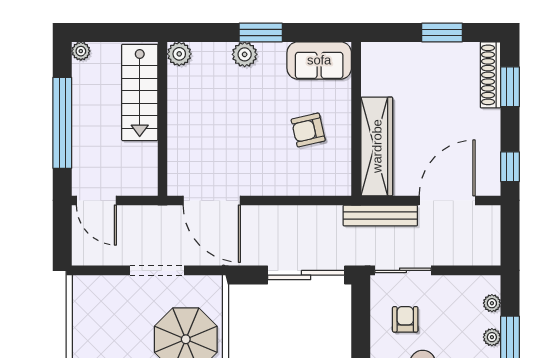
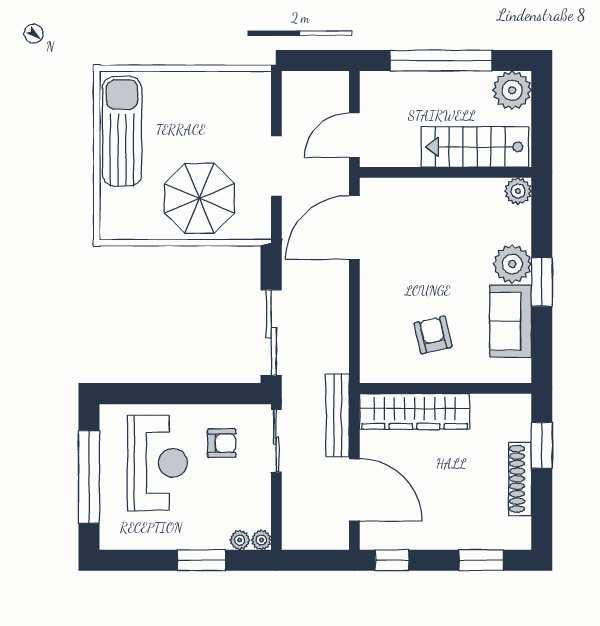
window: (442, 33) -> (542, 445), moved
plant: (81, 51) -> (512, 90), width x1.88, depth x1.88
plant: (245, 54) -> (512, 264), width x1.36, depth x1.36
sofa: (319, 60) -> (511, 321), moved
shoe rack: (490, 75) -> (520, 479), moved, turned -90
door: (96, 200) -> (354, 135), moved
plant: (492, 337) -> (261, 540), moved

